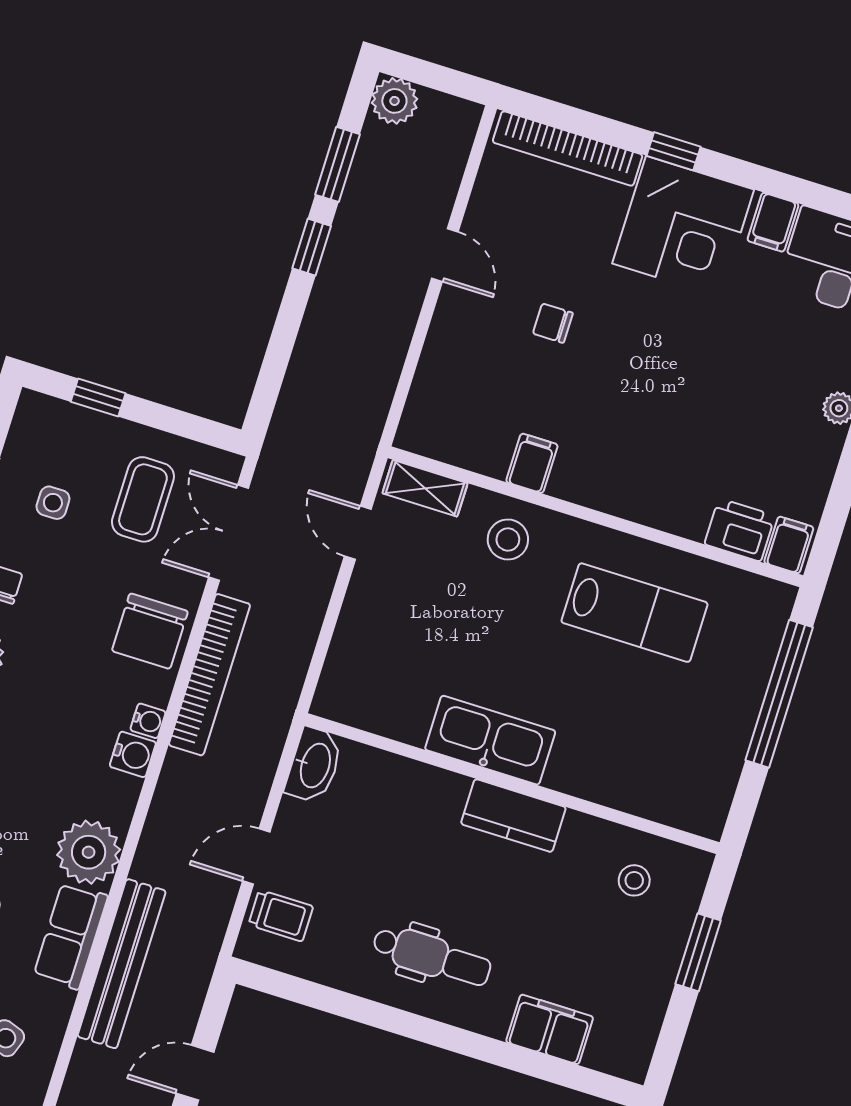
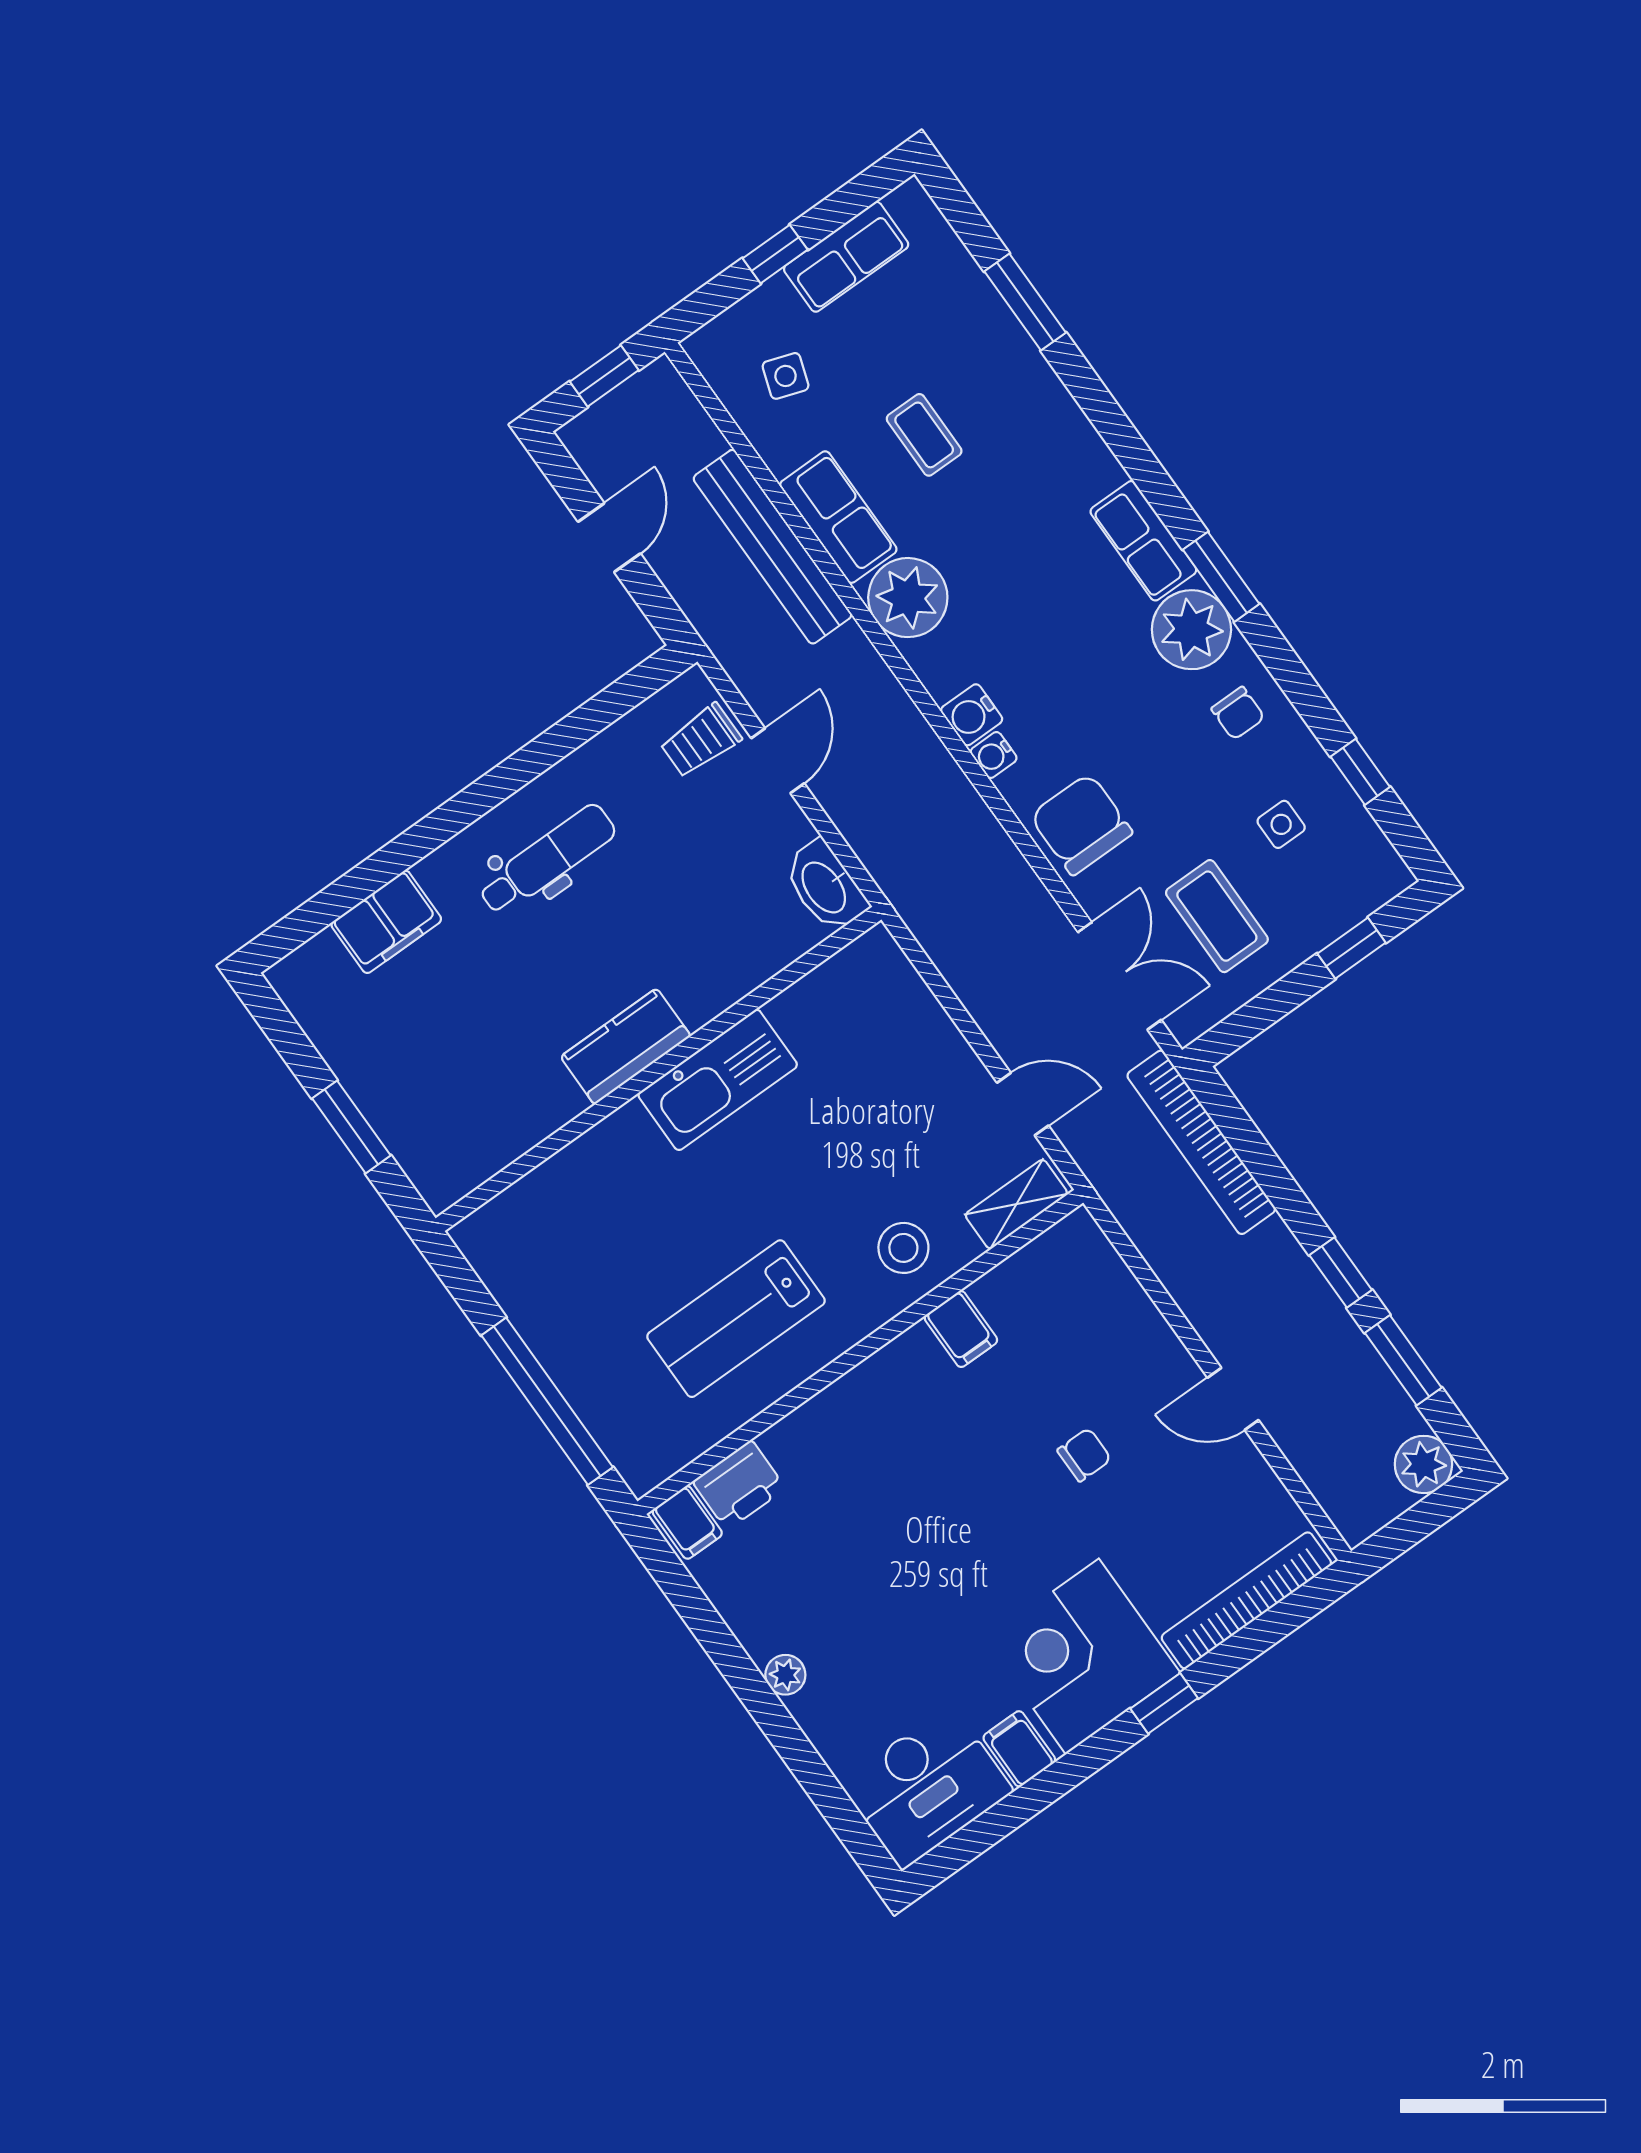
bookcase: (209, 675) -> (1201, 1142), moved
stool: (634, 880) -> (471, 1117), removed
dental chair: (432, 956) -> (547, 860), turned 180

